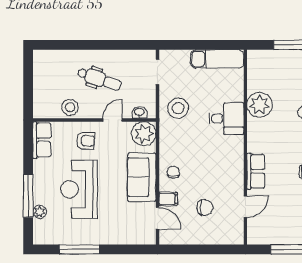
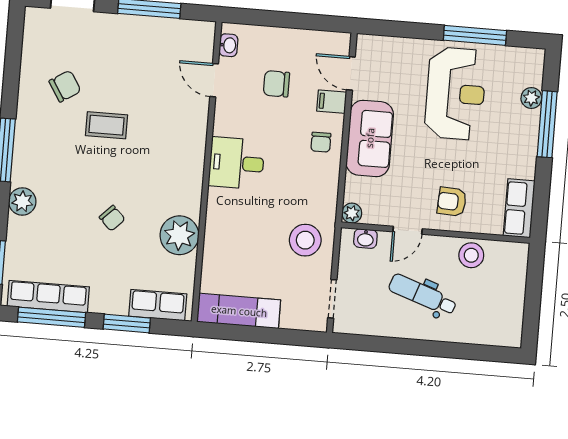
desk: (227, 119) -> (237, 163), moved
plant: (144, 134) -> (352, 213), width x0.53, depth x0.53
row of seats: (256, 171) -> (158, 305), moved, turned 90
reception desk: (79, 189) -> (455, 94), moved
door: (245, 207) -> (214, 80), hinge flipped
washbasin: (238, 230) -> (228, 45), added

